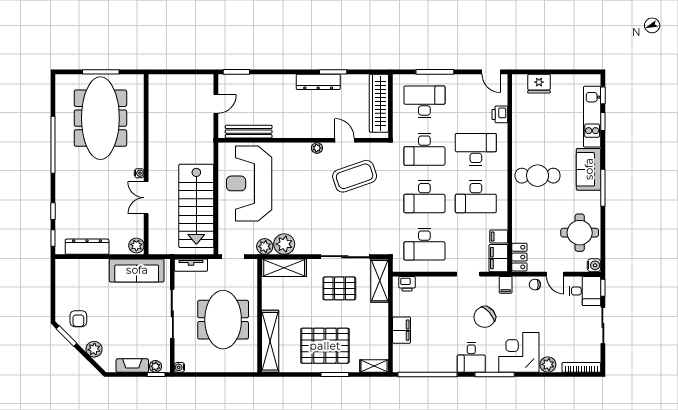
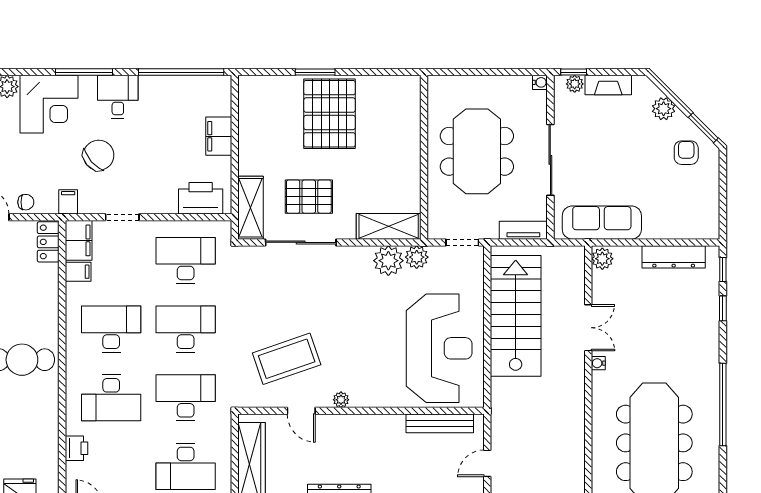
printer: (407, 284) -> (201, 198), width x1.87, depth x1.48
shelving: (270, 341) -> (409, 120), removed
pallet: (325, 346) -> (330, 114), turned 90
shelving: (374, 366) -> (258, 84), removed

